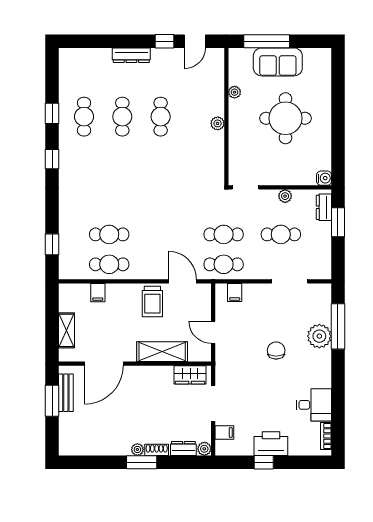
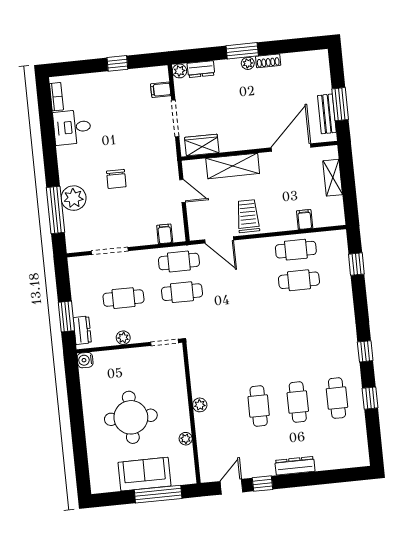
printer: (271, 444) -> (112, 83), removed
shoe rack: (157, 450) -> (268, 61), moved

